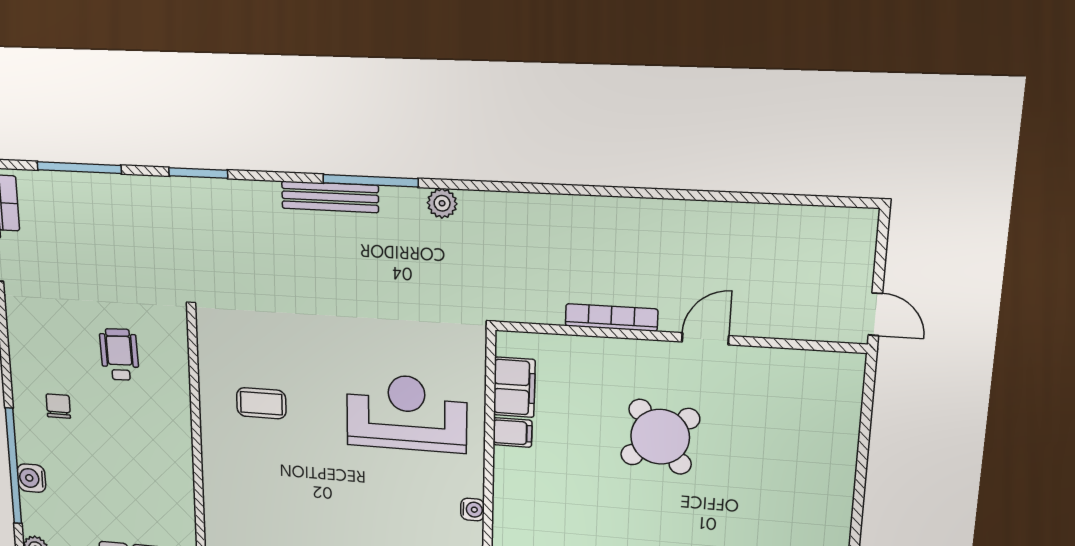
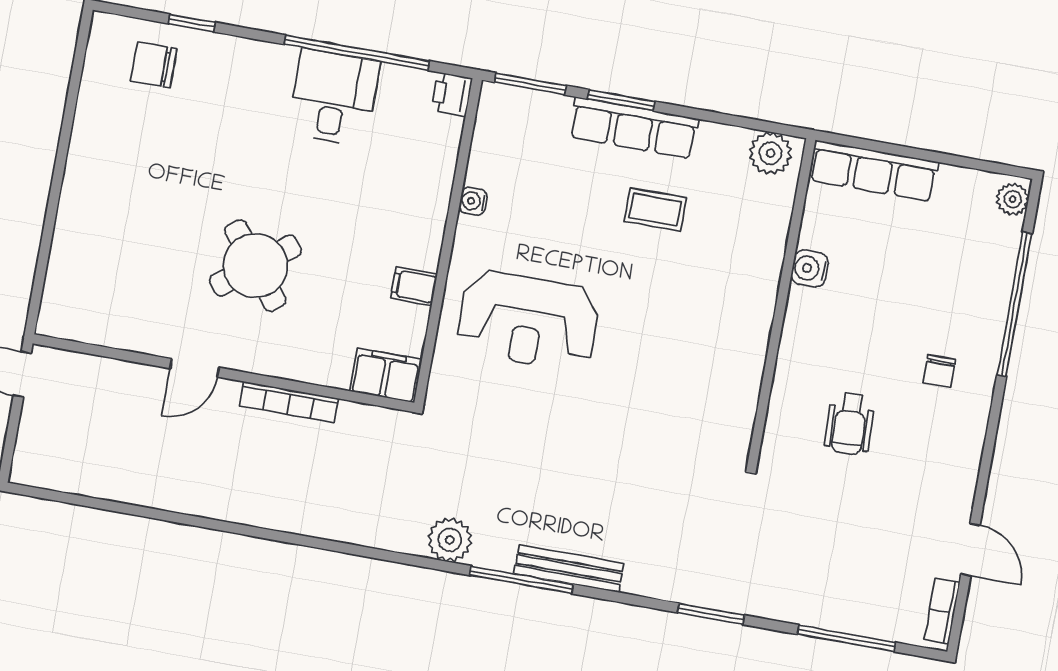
plant: (442, 203) -> (450, 540), width x1.38, depth x1.38
filing cabinet: (514, 387) -> (386, 375), moved, turned 90
coffee table: (261, 403) -> (655, 210), moved
water cooler: (31, 478) -> (810, 269), moved, turned 180

